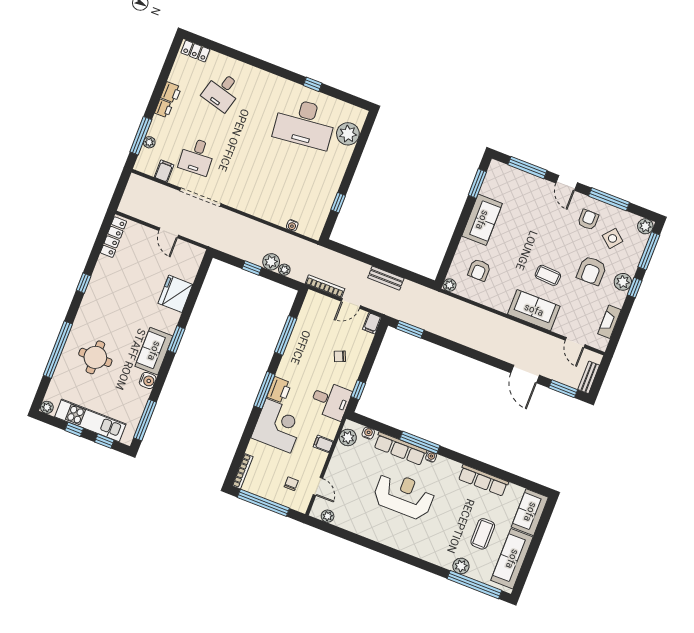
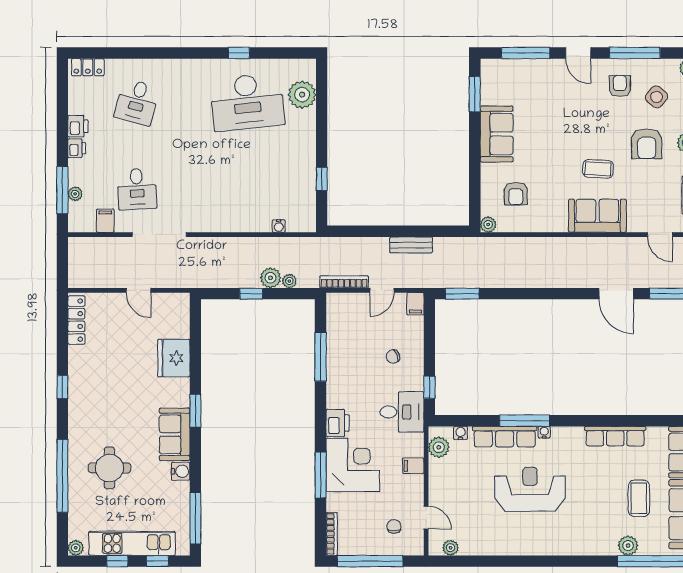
window: (264, 390) -> (321, 475), moved

